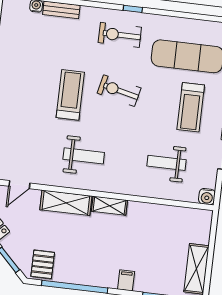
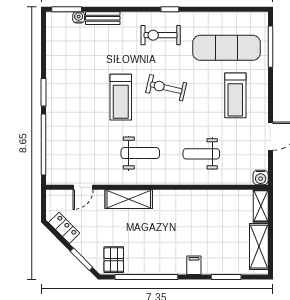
treadmill: (70, 95) -> (121, 97), turned 180
weight bench: (166, 163) -> (201, 154), moved
shelving: (109, 206) -> (261, 206), moved, turned 90

